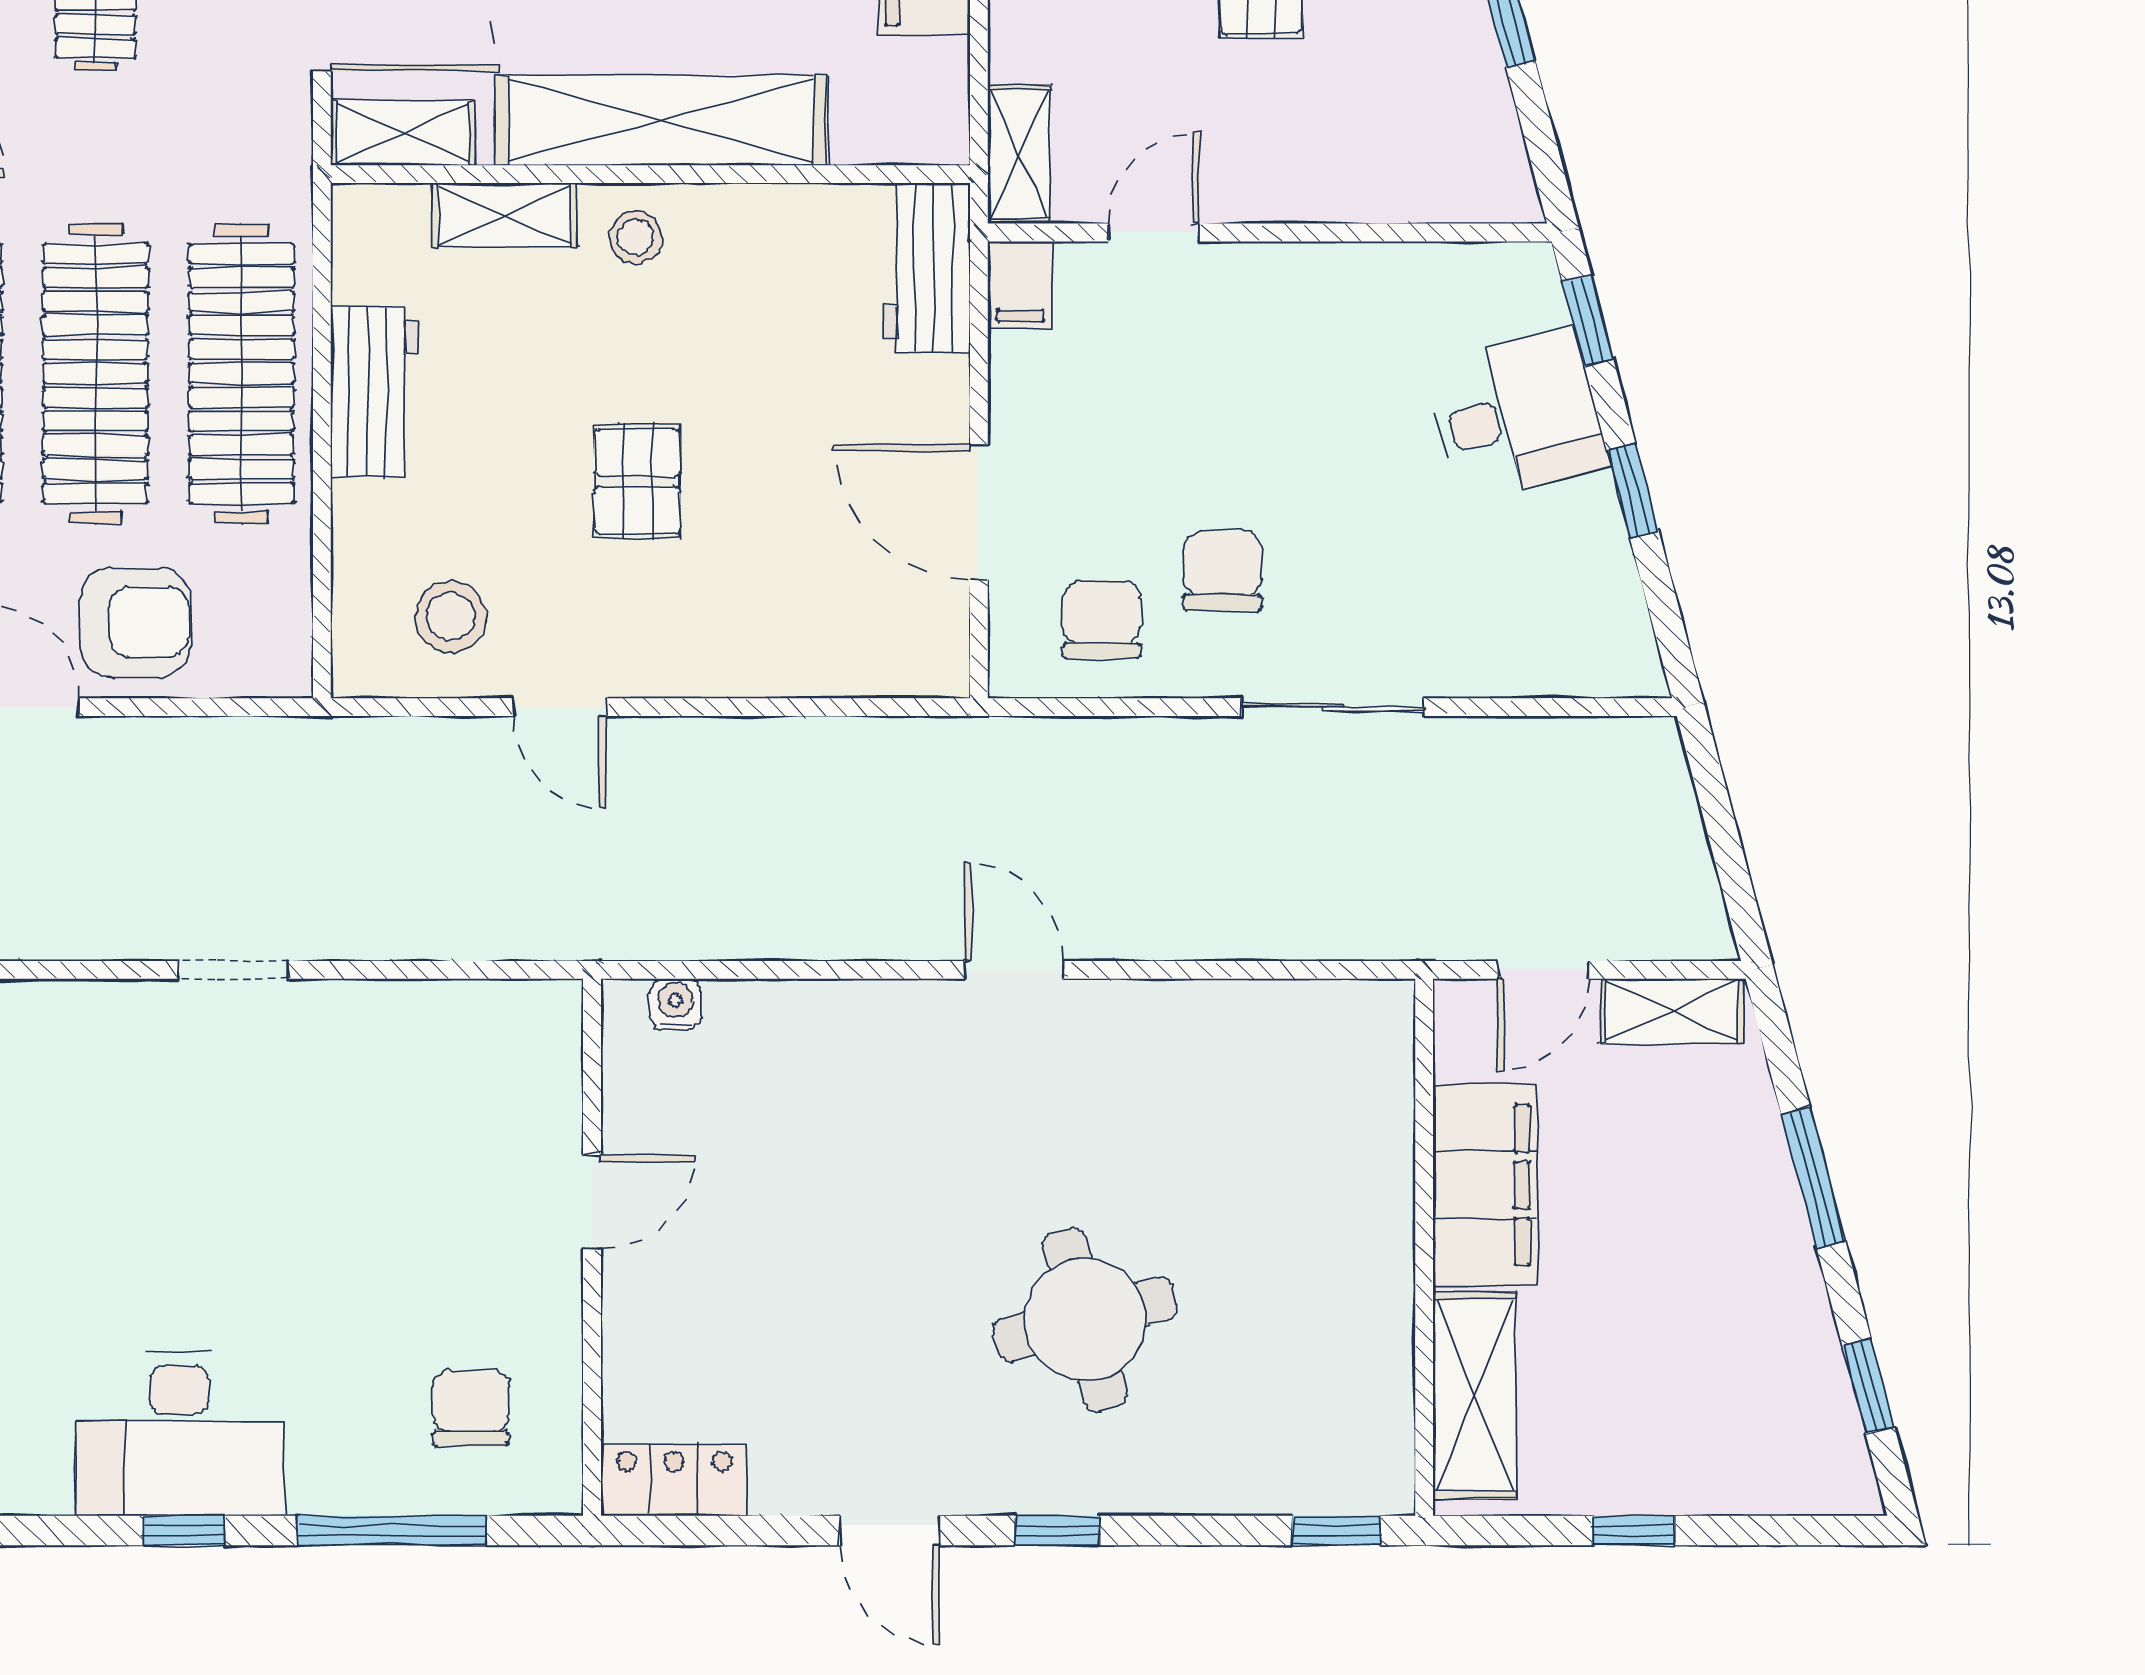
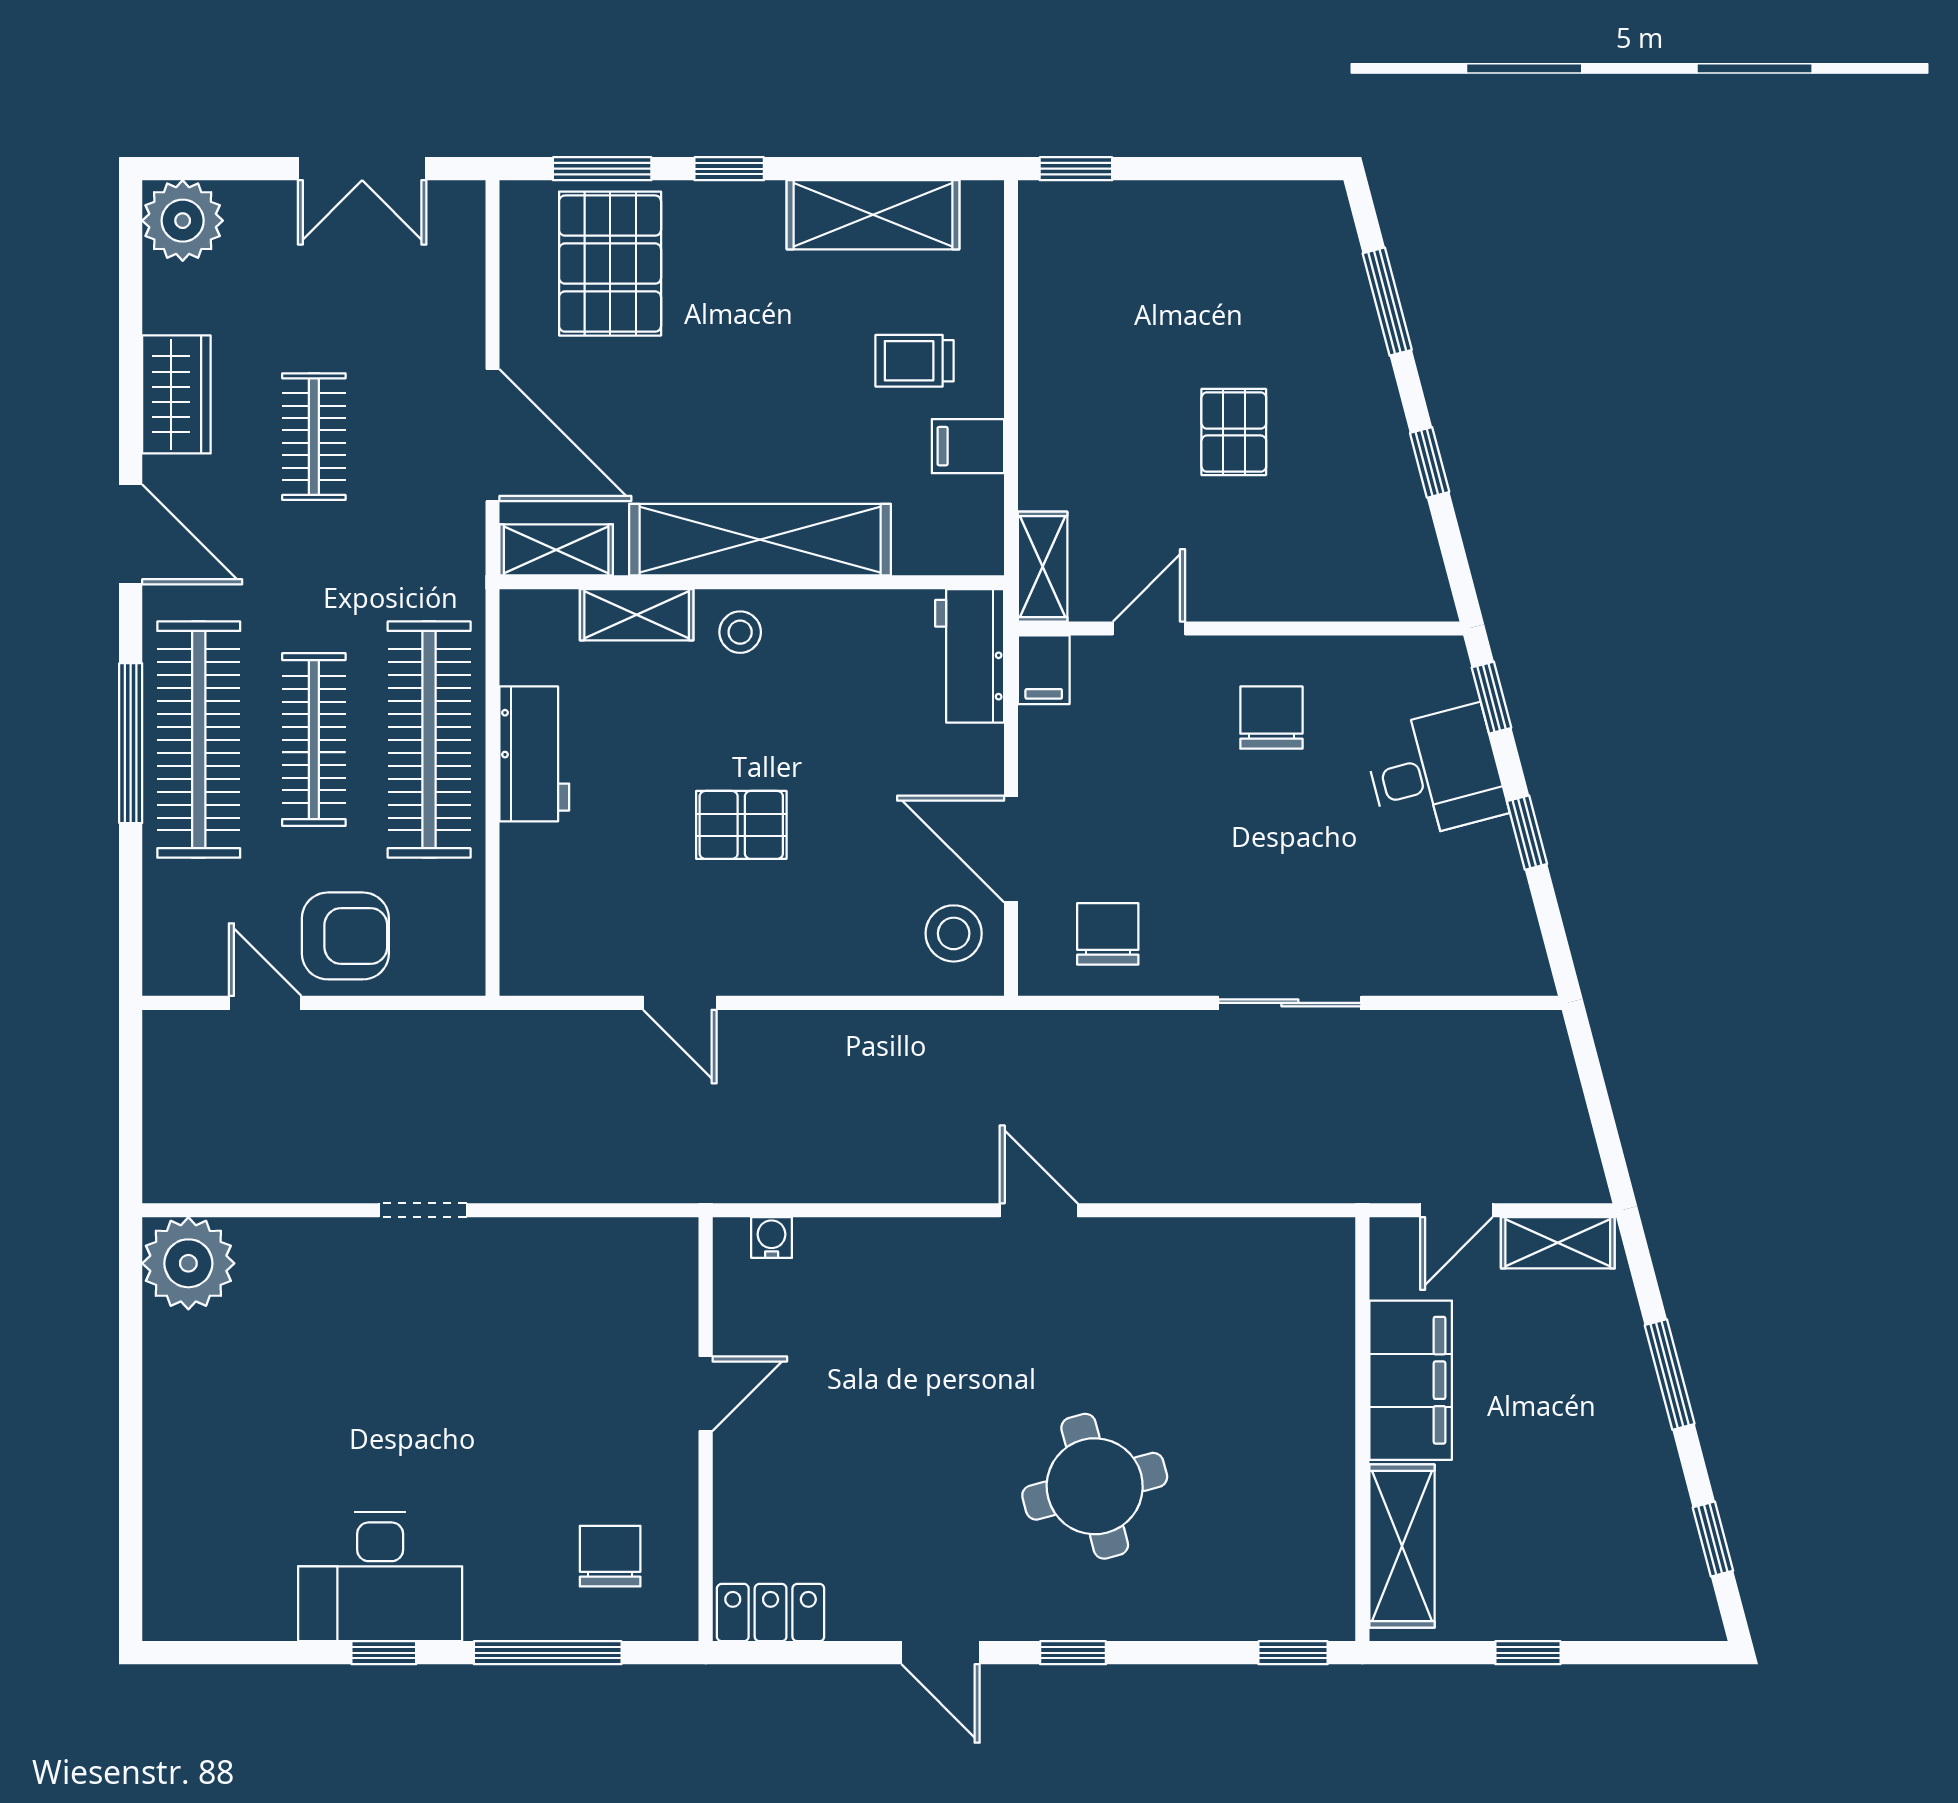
clothes rail: (96, 373) -> (314, 740), width x0.73, depth x0.76
pallet: (637, 481) -> (741, 825), turned 90
chair: (1223, 571) -> (1271, 718), moved
stool: (451, 617) -> (954, 933), moved

